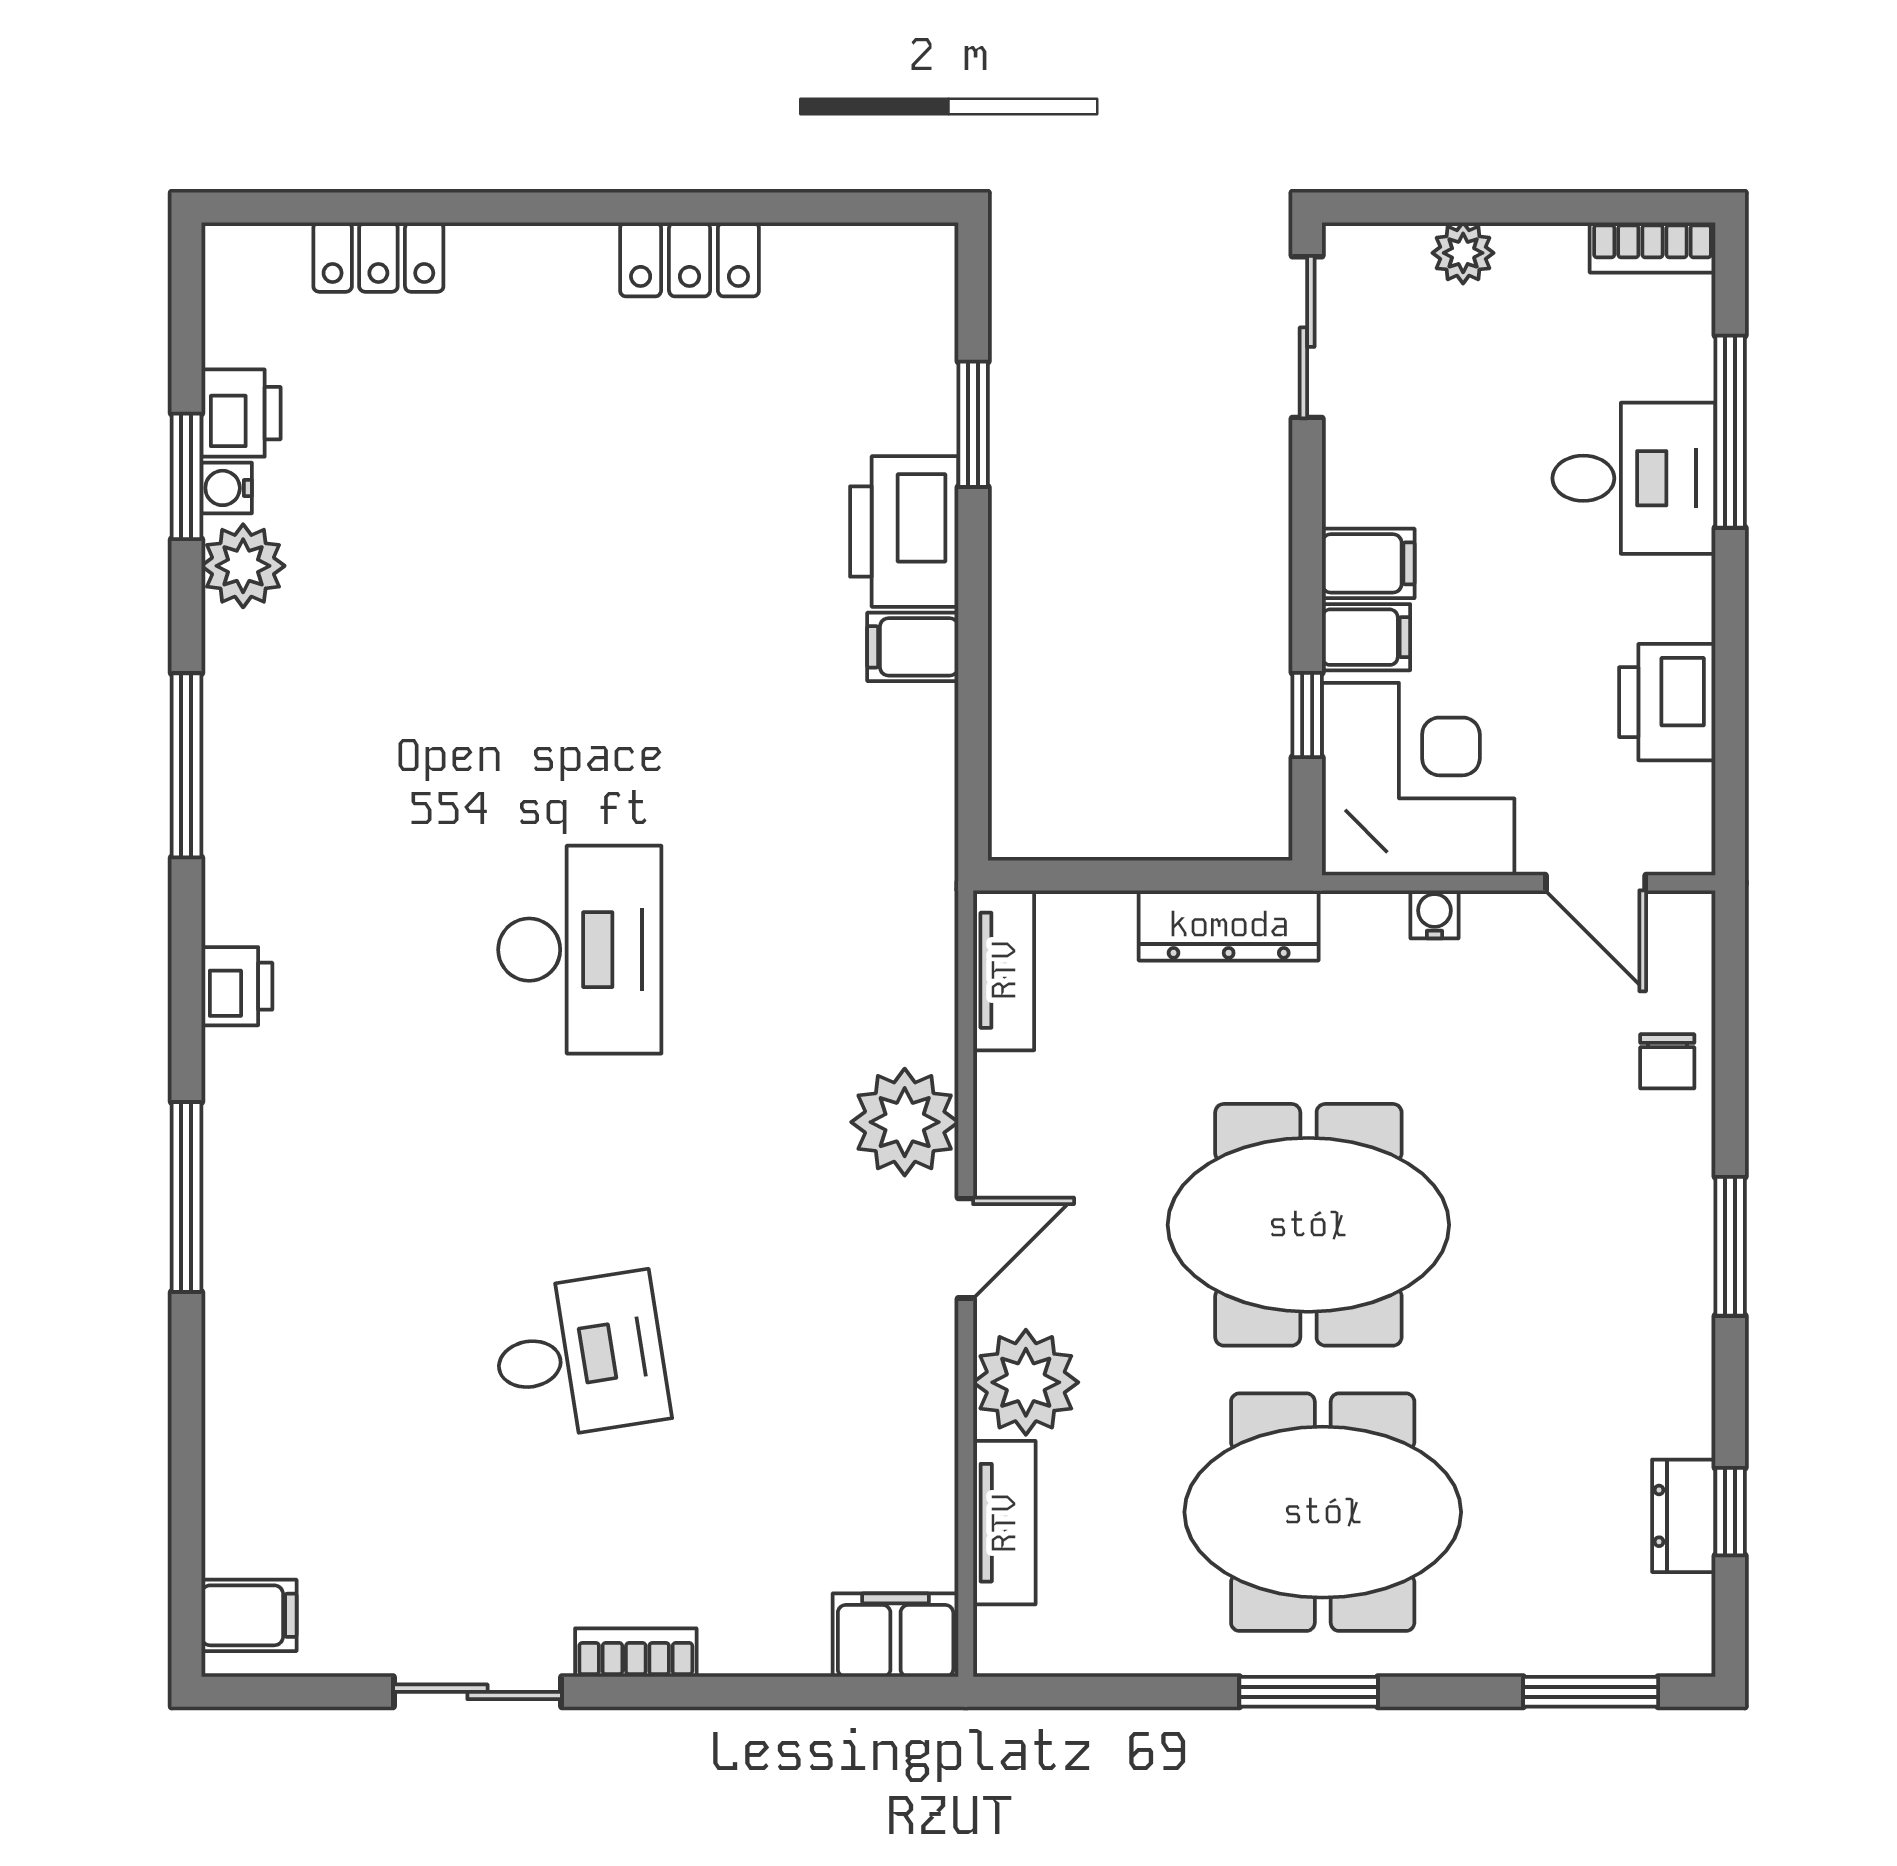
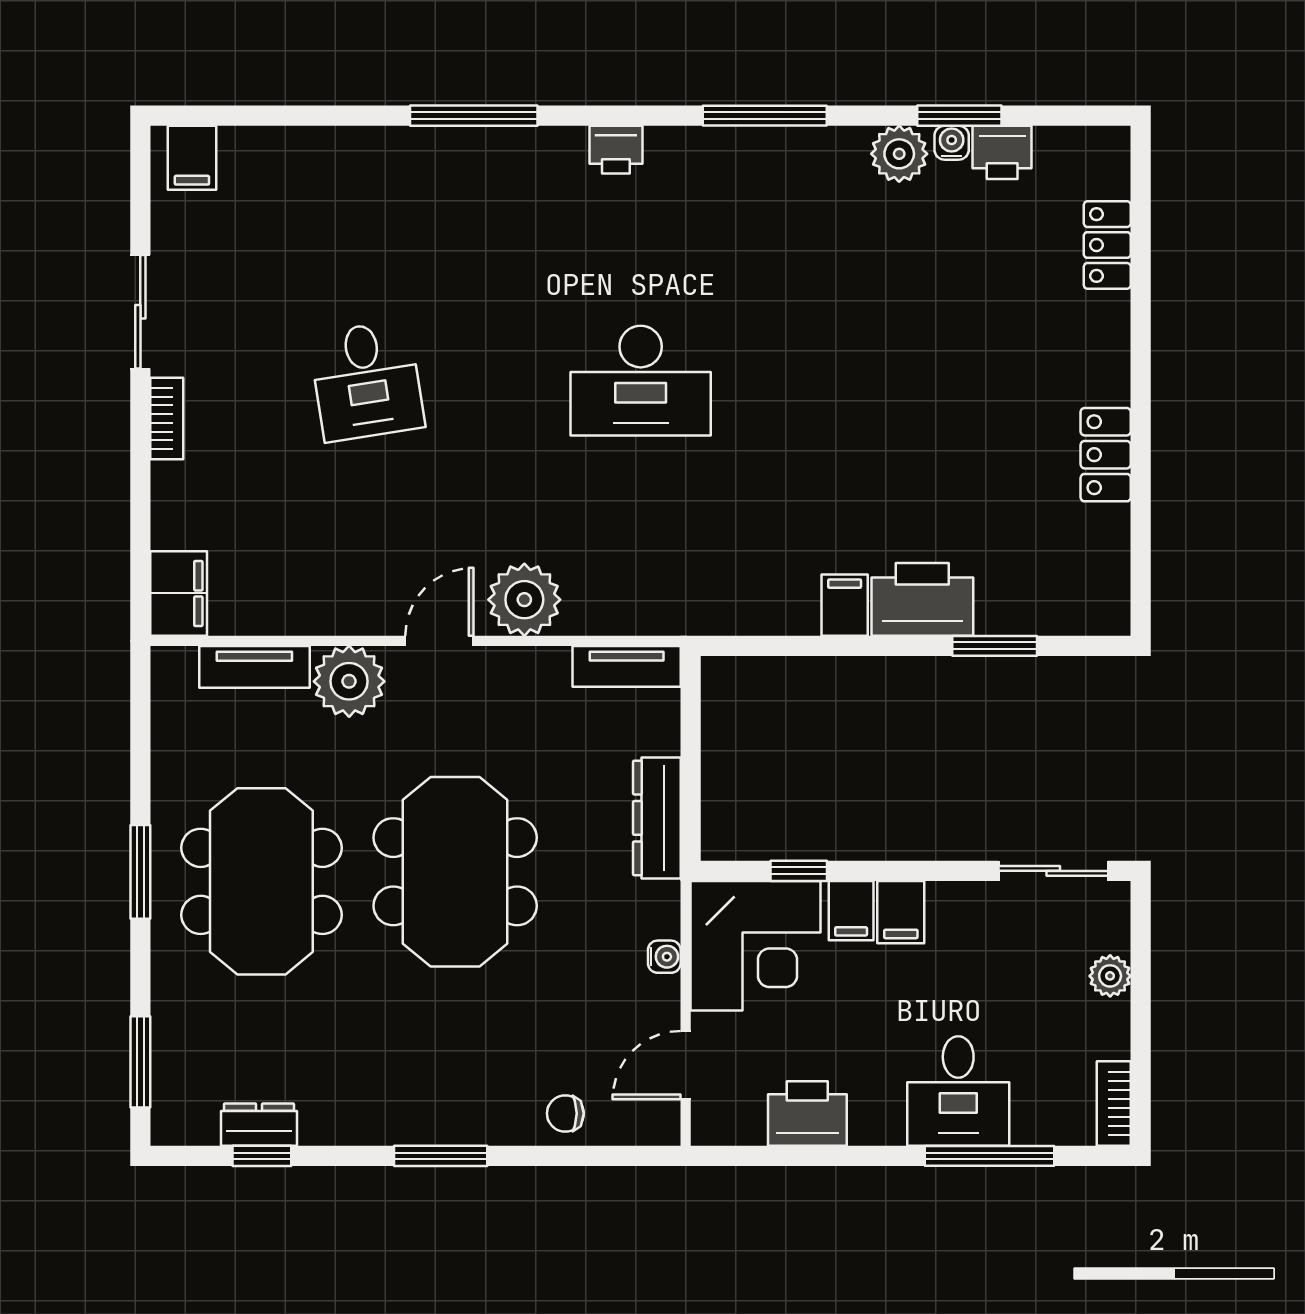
door: (966, 1248) -> (439, 641), swing flipped

